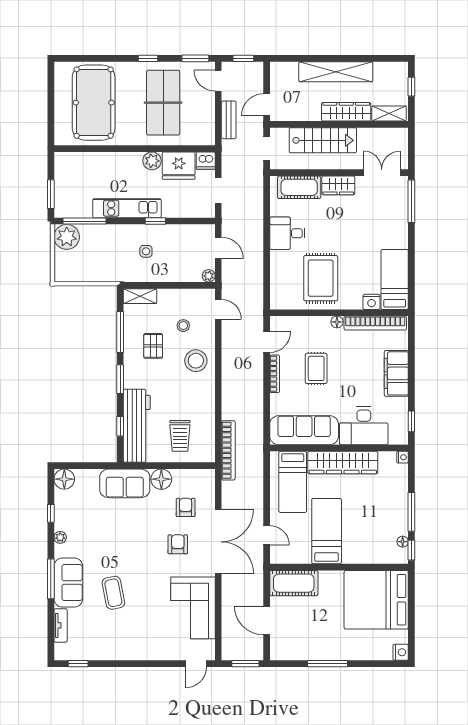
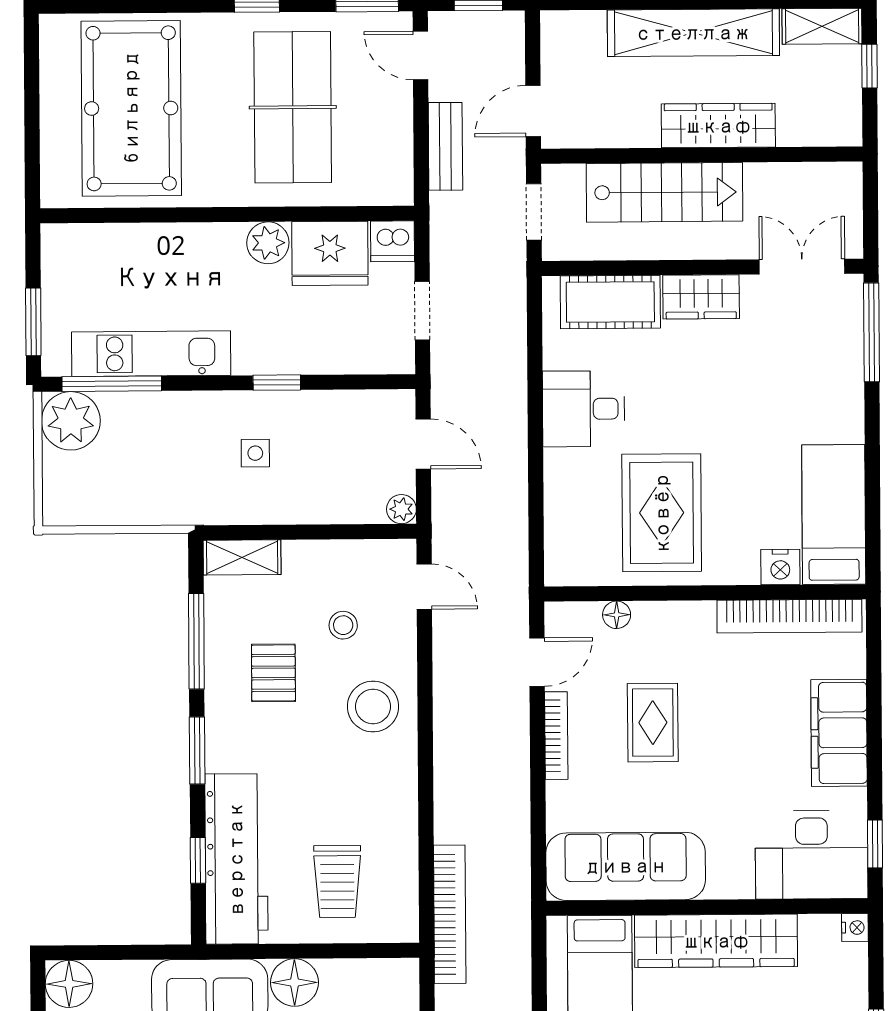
shelving: (389, 114) -> (822, 26), moved
kitchen unit: (127, 208) -> (151, 354), moved
floor lamp: (337, 322) -> (617, 615), moved
desk: (364, 426) -> (812, 855), moved

